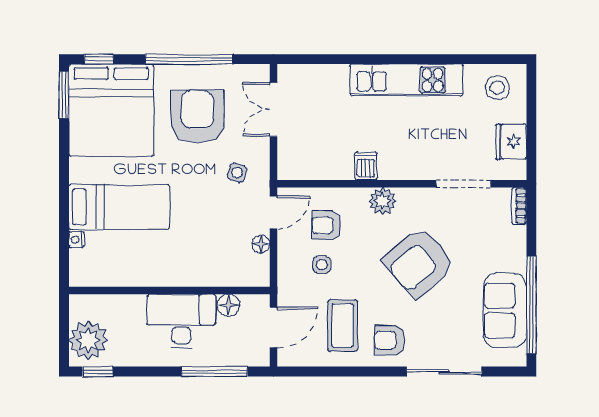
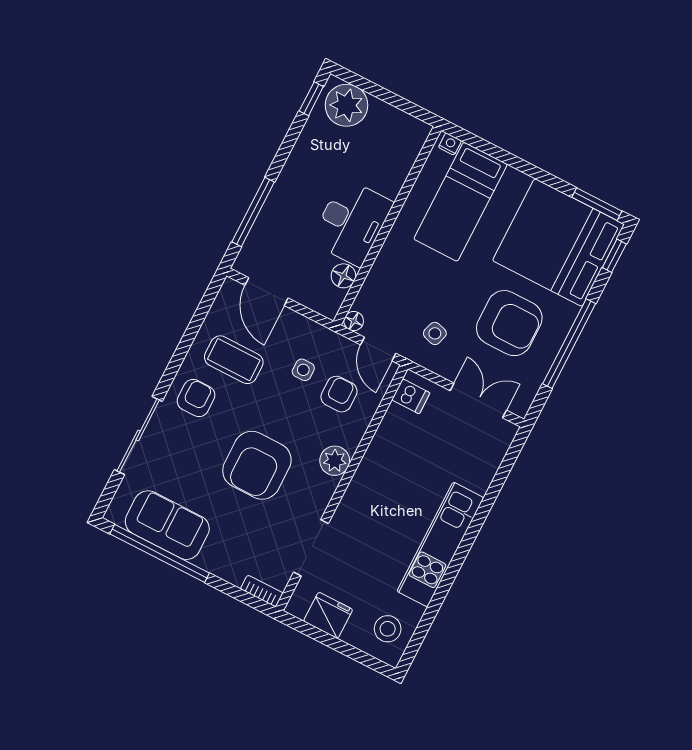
dishwasher: (366, 166) -> (411, 396), moved
armchair: (419, 262) -> (257, 465), turned -139
wall: (169, 290) -> (387, 226), moved
floor lamp: (228, 305) -> (343, 276), moved
desk: (181, 321) -> (352, 222), moved

